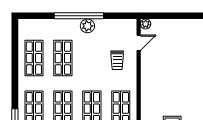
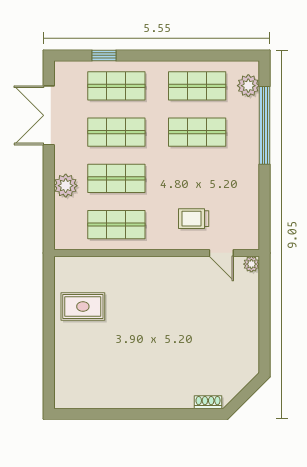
window: (79, 16) -> (265, 125), moved
plant: (87, 26) -> (248, 86), moved

